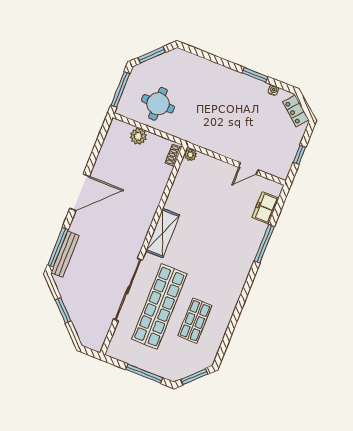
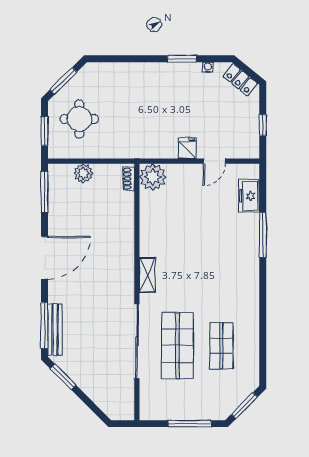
window: (120, 89) -> (44, 131), width x0.69
round table: (158, 104) -> (79, 119), moved
window: (101, 139) -> (44, 192), added
fridge: (231, 149) -> (187, 148), added
plant: (190, 155) -> (153, 177), width x1.88, depth x1.88
shelving: (163, 233) -> (147, 275), width x0.67, depth x0.75
shop shelf: (159, 306) -> (177, 346), width x0.71
window: (63, 310) -> (63, 377), moved

